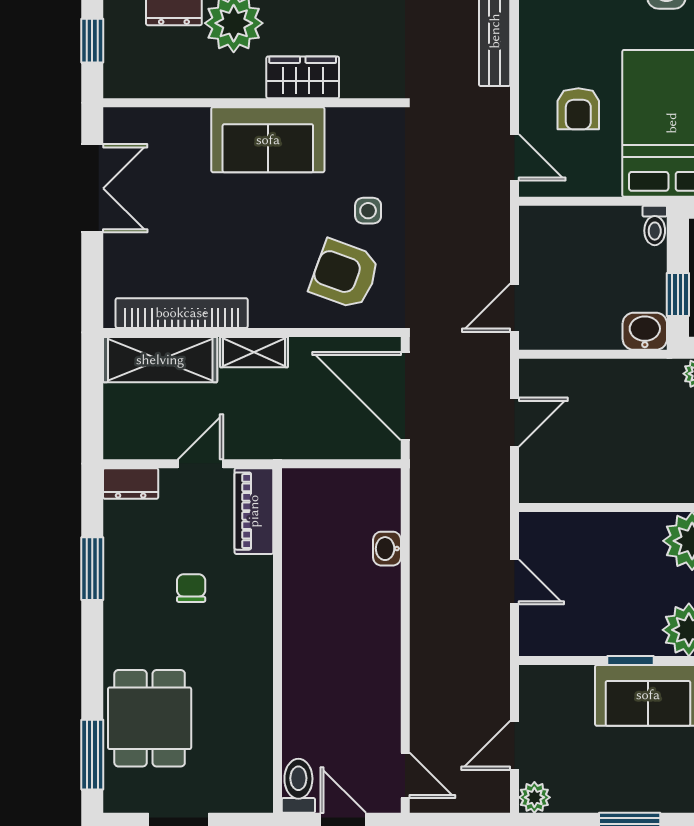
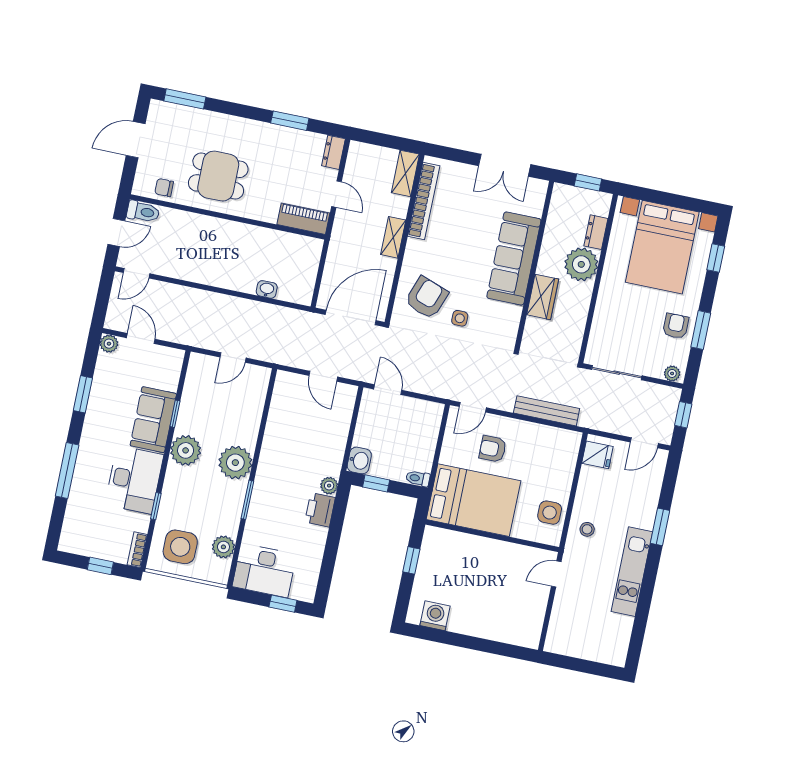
sofa: (268, 140) -> (514, 259), width x1.36
shelving: (160, 360) -> (405, 173), width x0.67, depth x0.75
chair: (191, 588) -> (164, 188), moved, turned 180
dining table: (150, 718) -> (218, 176), moved

